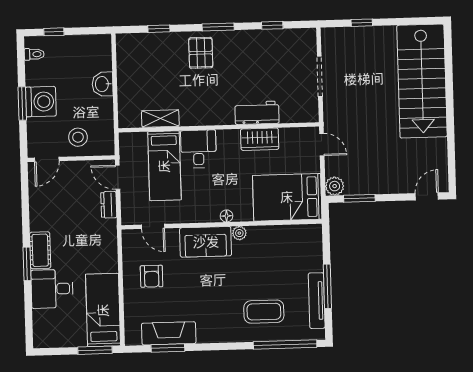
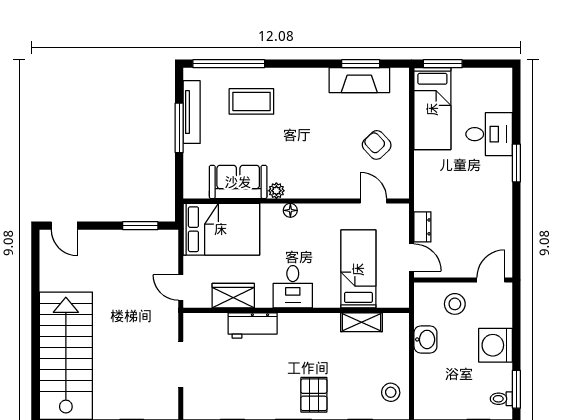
stool: (133, 57) -> (391, 392), added
washbasin: (103, 84) -> (425, 339), moved
window: (22, 104) -> (516, 389), moved
wardrobe: (260, 139) -> (233, 296), moved
desk: (198, 149) -> (293, 287), moved
plant: (335, 186) -> (168, 240), removed
door: (427, 196) -> (64, 226), hinge flipped
sofa: (206, 242) -> (238, 182), moved
cot: (40, 250) -> (501, 178), removed
armchair: (152, 276) -> (377, 145), turned -43

